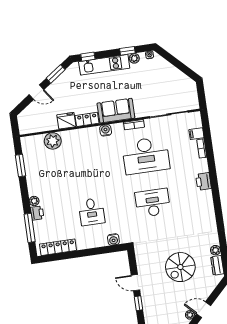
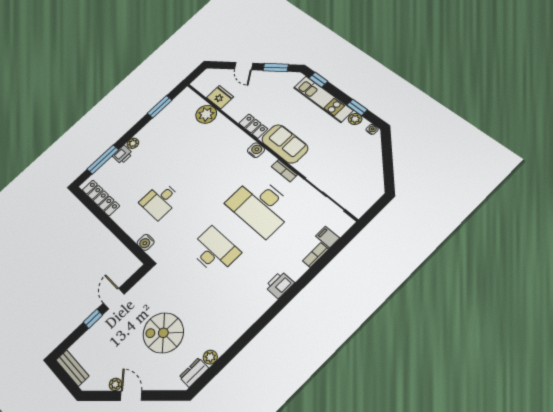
fridge: (66, 121) -> (220, 97), moved

